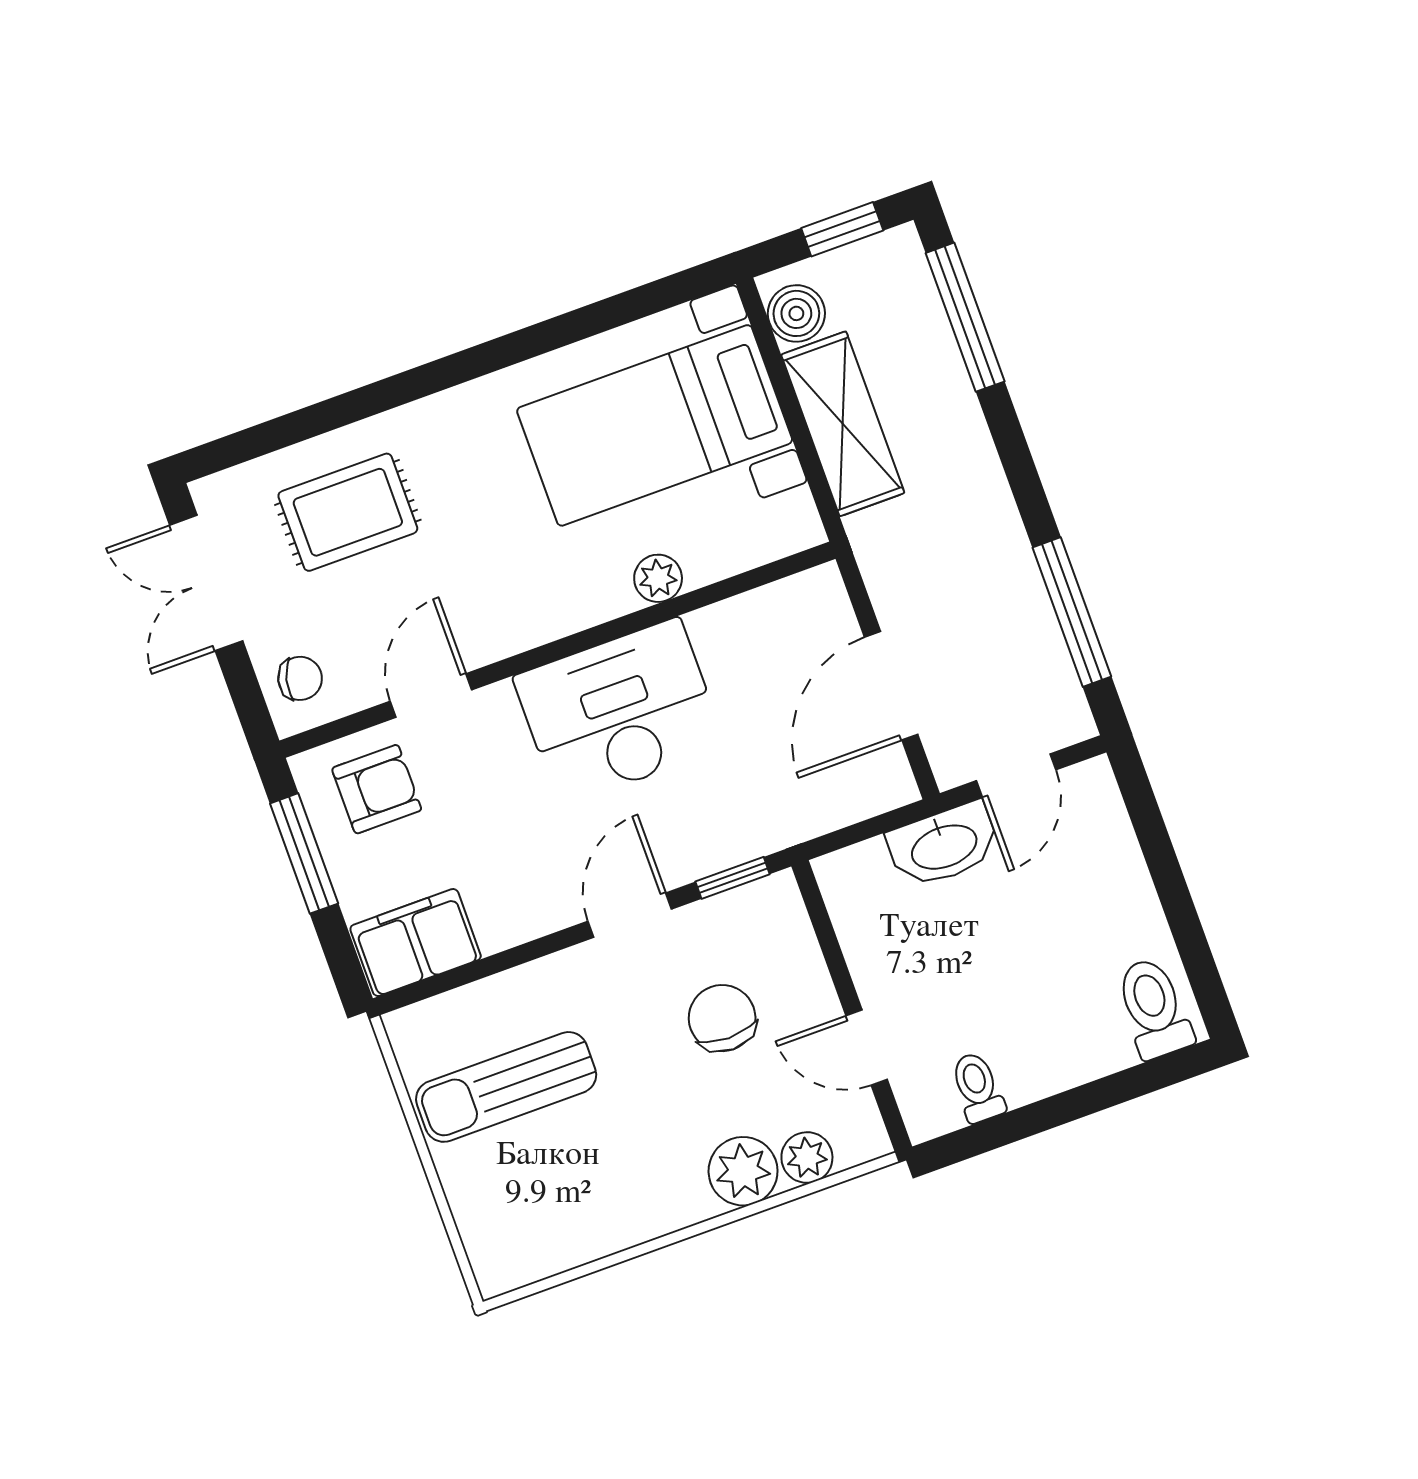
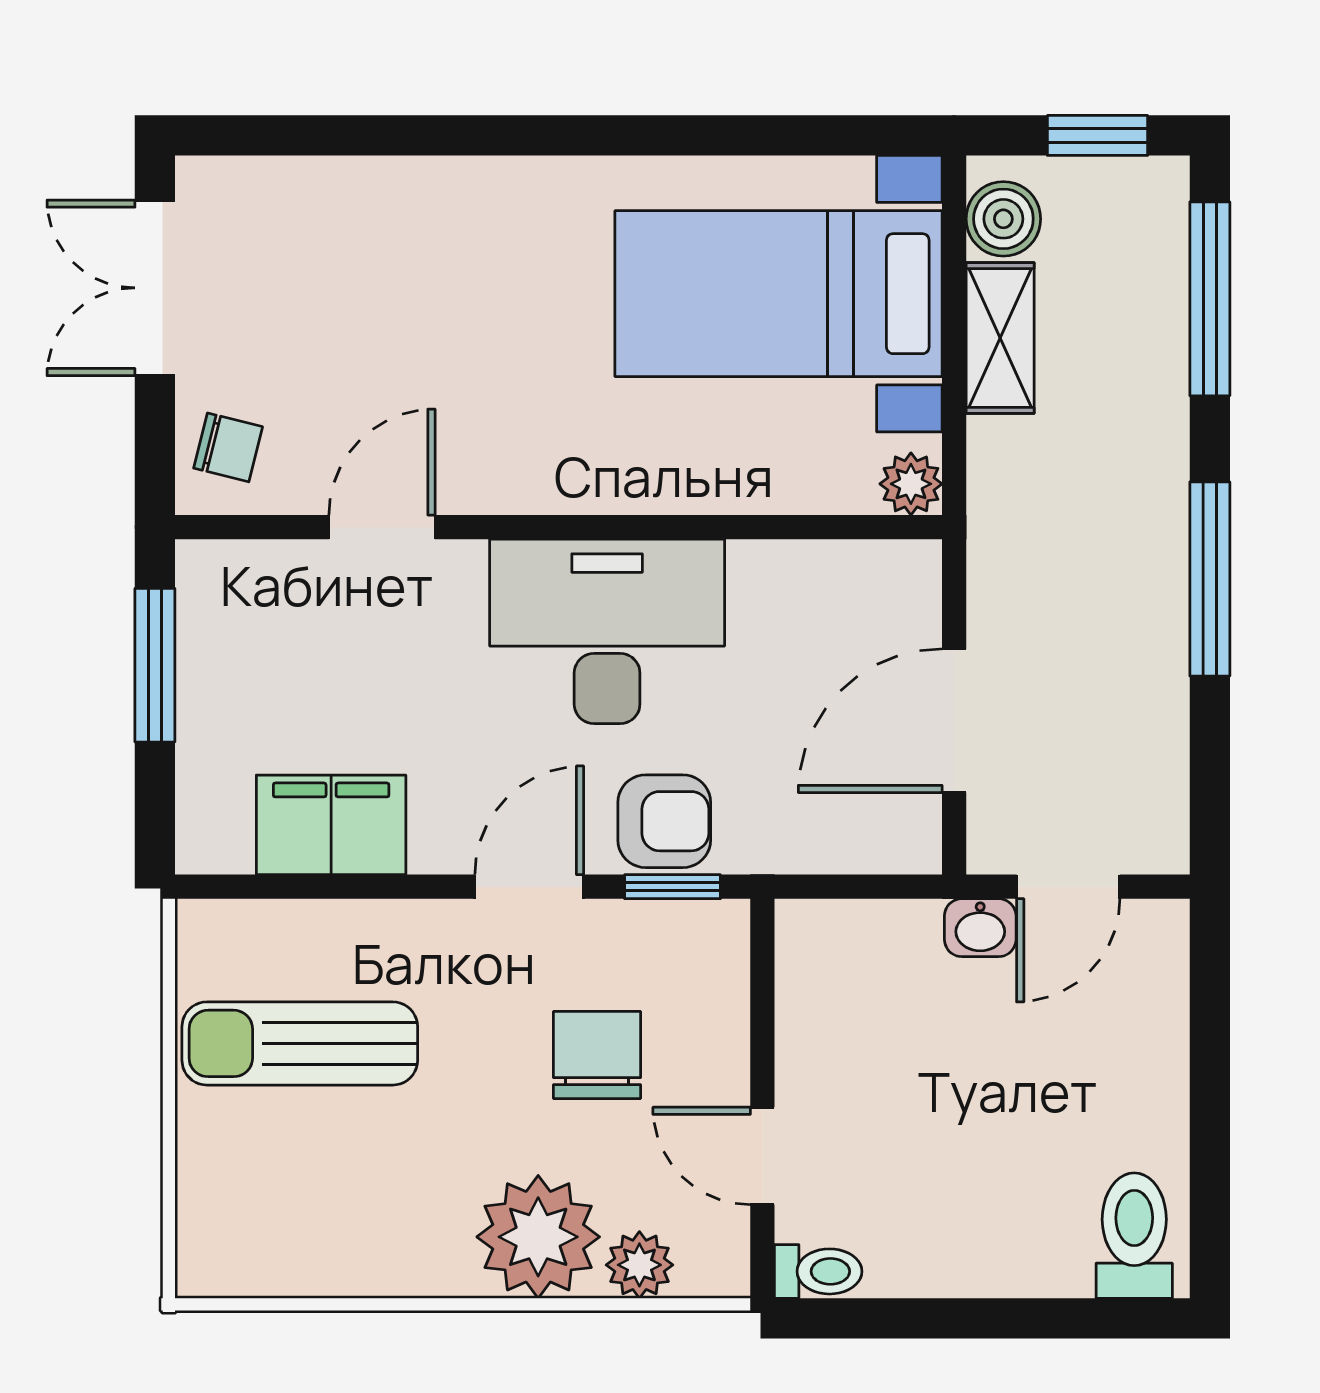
shelving: (843, 424) -> (1000, 338), width x0.67, depth x0.75
rug: (348, 512) -> (361, 264), removed
plant: (658, 578) -> (911, 484), moved
window: (1072, 612) -> (1210, 579), moved
armchair: (377, 789) -> (664, 821), moved
washbasin: (944, 845) -> (980, 928), width x0.52, depth x0.69
filing cabinet: (416, 943) -> (331, 825), moved
toilet: (977, 1087) -> (818, 1271), moved, turned 90
plant: (743, 1171) -> (538, 1237), width x1.36, depth x1.36

